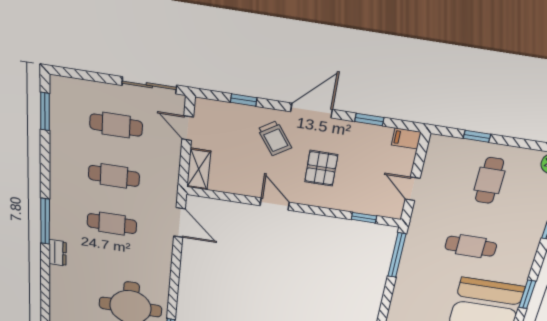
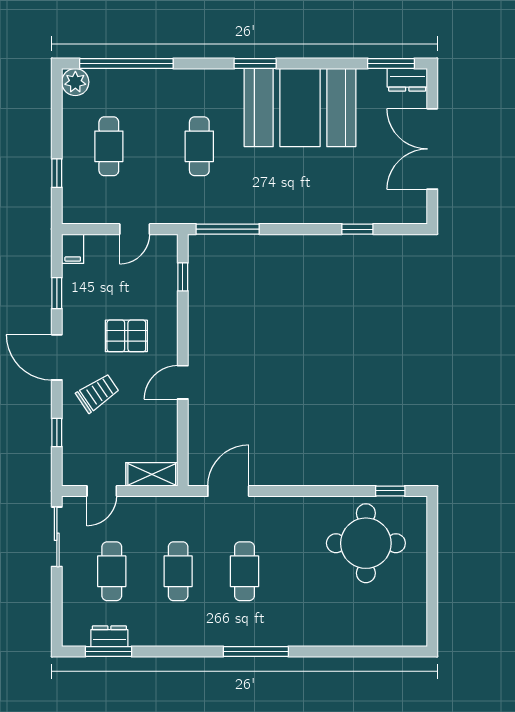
cafe table: (489, 181) -> (109, 146), turned 90
dresser: (58, 253) -> (109, 636), moved

